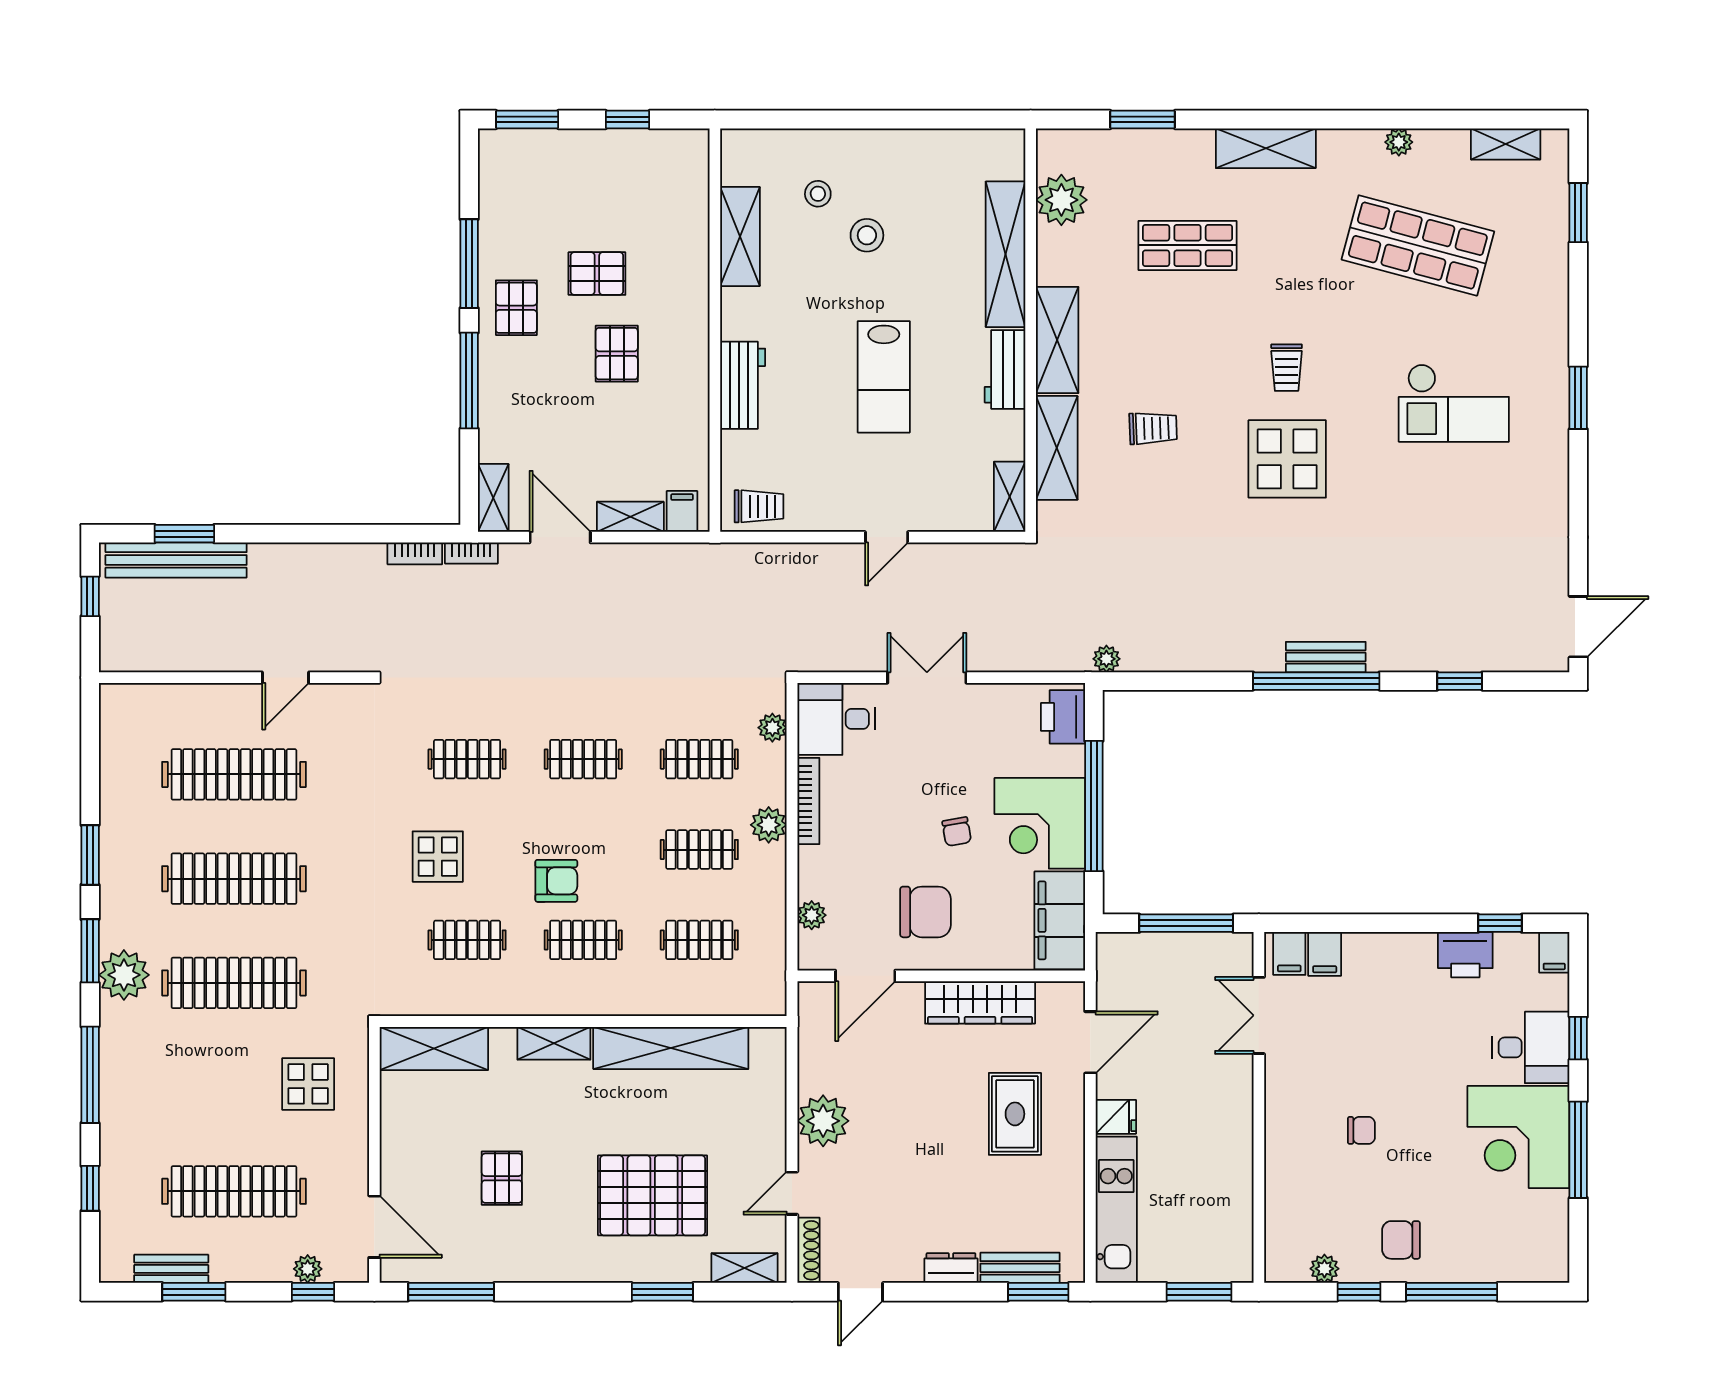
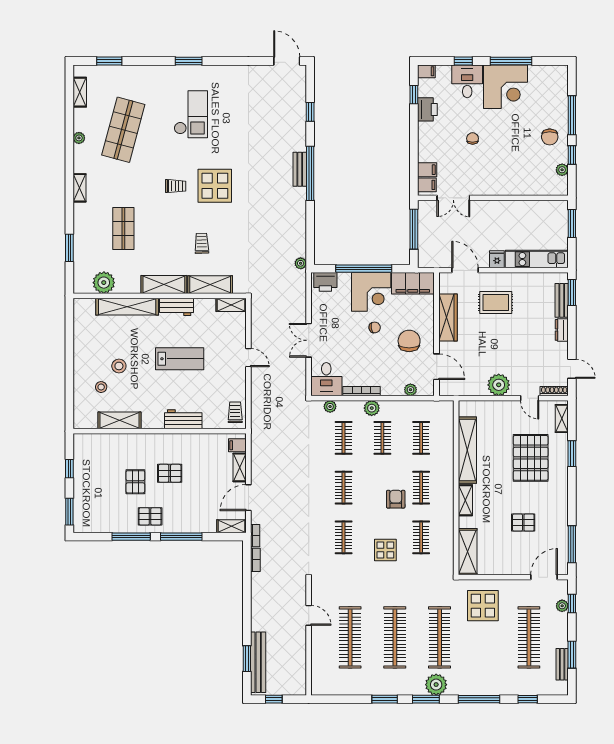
shelving: (1266, 148) -> (79, 188), width x0.67, depth x0.75
display table: (308, 1084) -> (483, 606), width x1.36, depth x1.36
chair: (1361, 1130) -> (473, 138), moved

